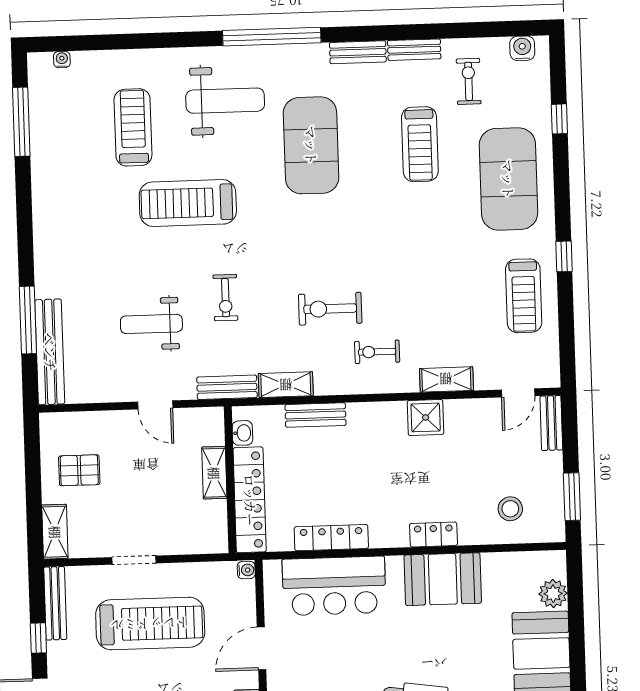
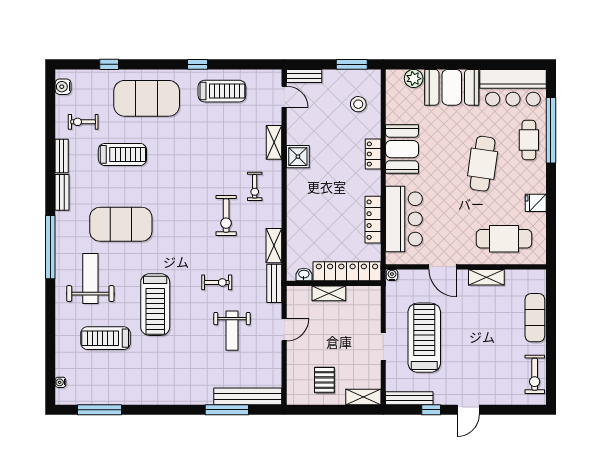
bench: (315, 415) -> (294, 227), removed

